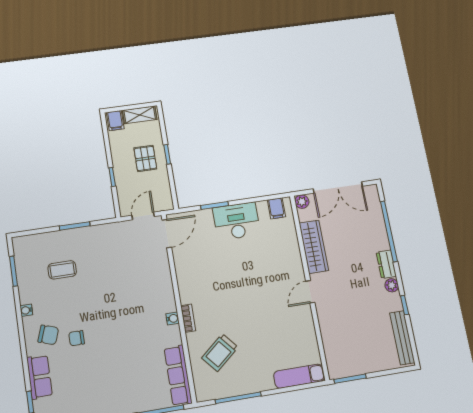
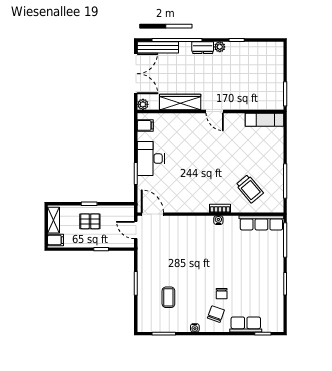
bench: (402, 338) -> (158, 47), moved
exam couch: (299, 376) -> (264, 120), moved, turned -90

